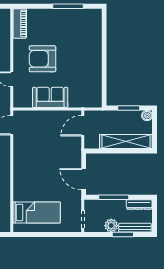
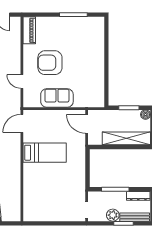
door: (83, 126) -> (87, 124), hinge flipped
door: (84, 179) -> (88, 173), removed
bed: (37, 213) -> (45, 153), moved

